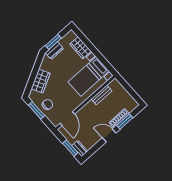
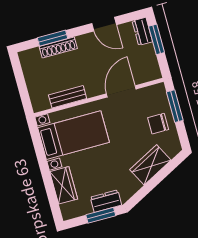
window: (37, 110) -> (175, 106), moved
door: (67, 119) -> (121, 91), moved
door: (109, 135) -> (104, 24), moved

